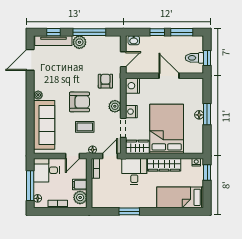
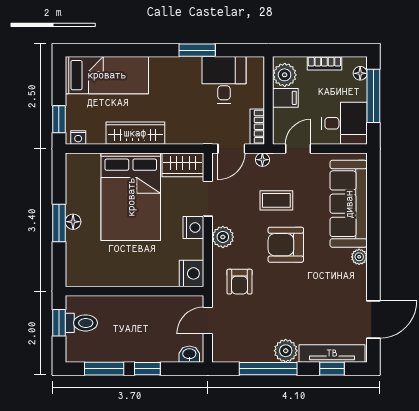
door: (169, 76) -> (127, 291), removed
desk: (134, 172) -> (224, 80), moved, turned 180

